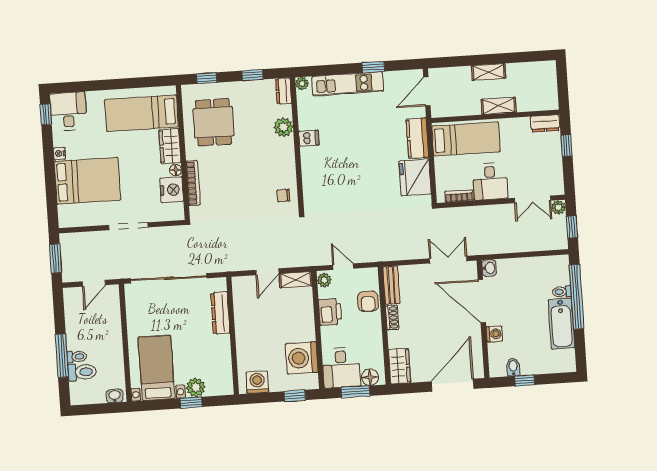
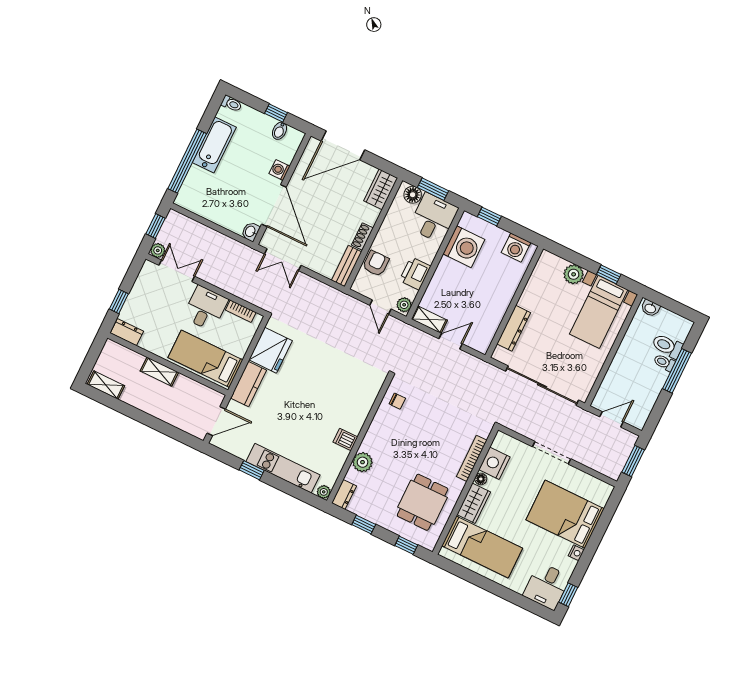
shelving: (489, 72) -> (106, 385), moved
toilet: (562, 292) -> (231, 104), moved
window: (191, 403) -> (609, 274), moved

